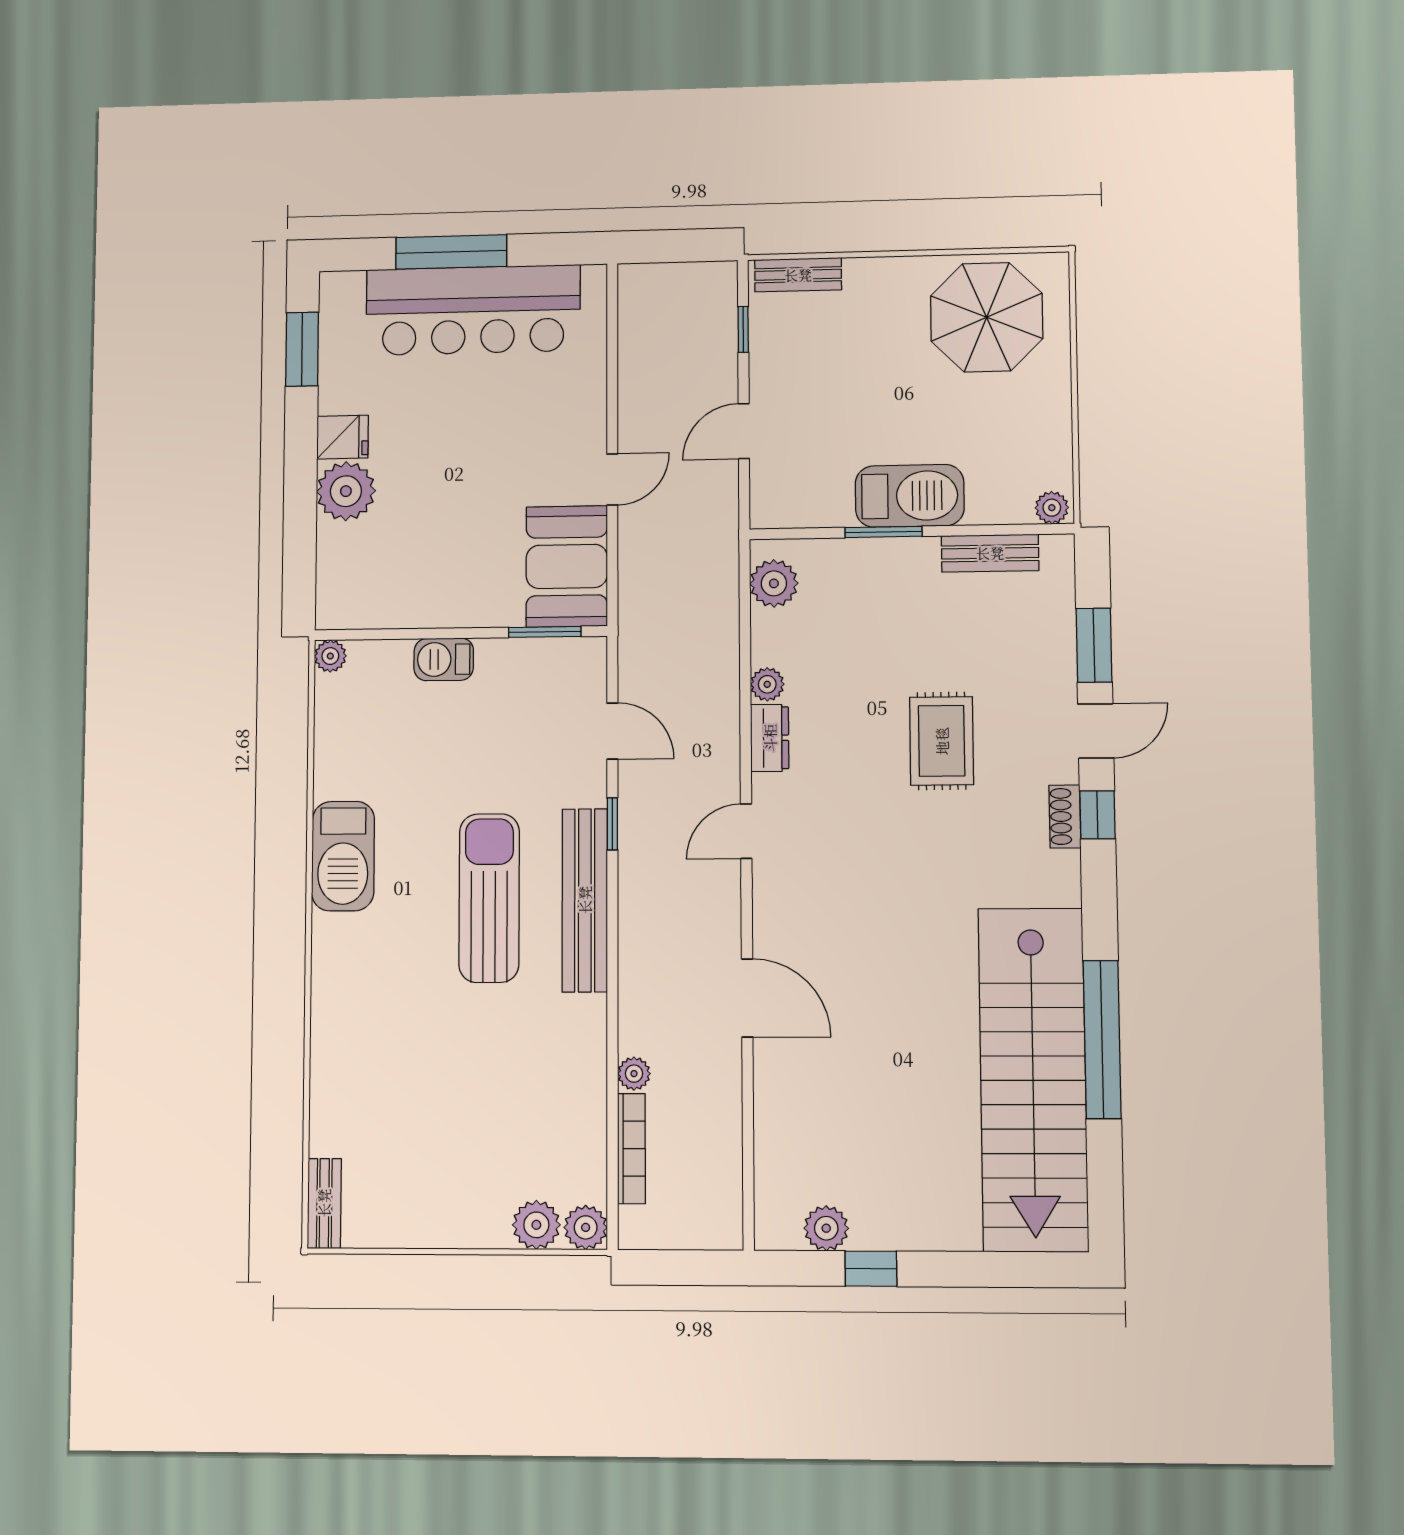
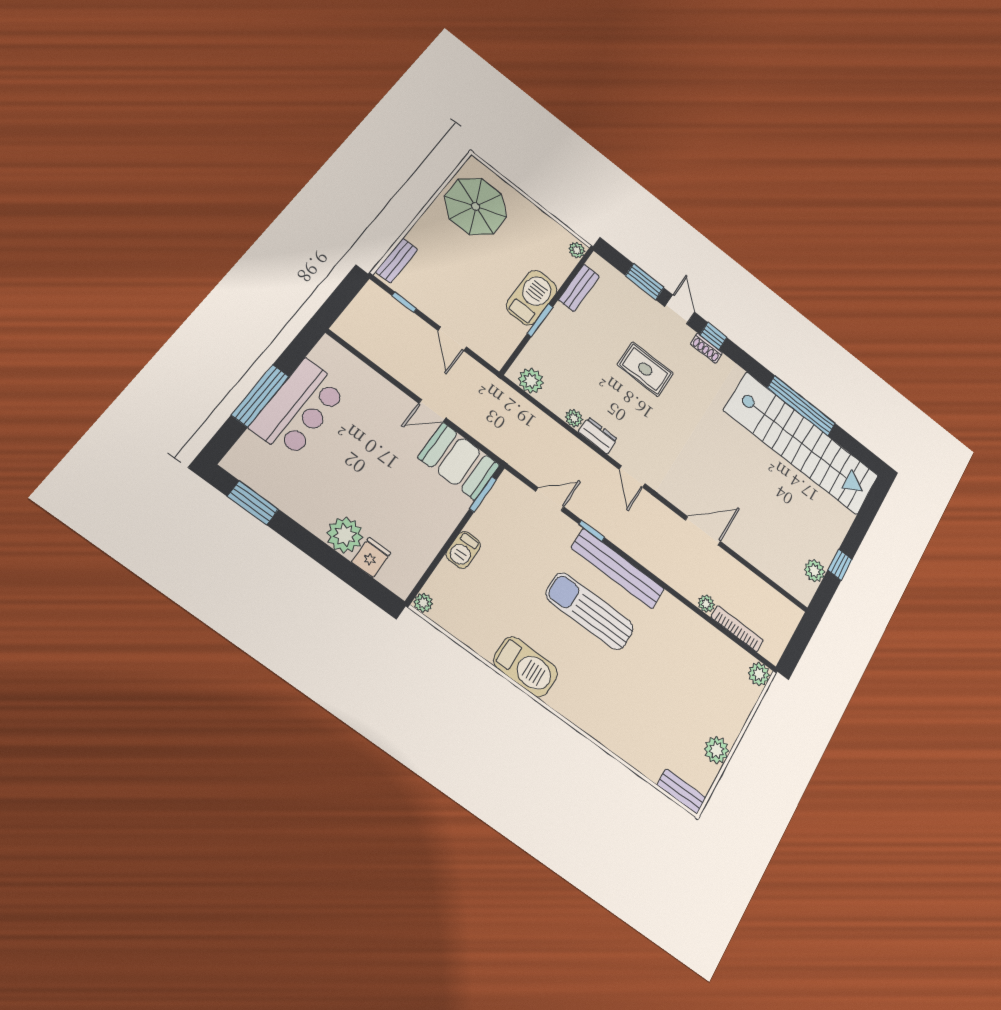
bar counter: (473, 310) -> (299, 408), width x0.73
fridge: (343, 437) -> (371, 557), moved
door: (612, 479) -> (432, 410), swing flipped
plant: (536, 1225) -> (717, 750), moved

